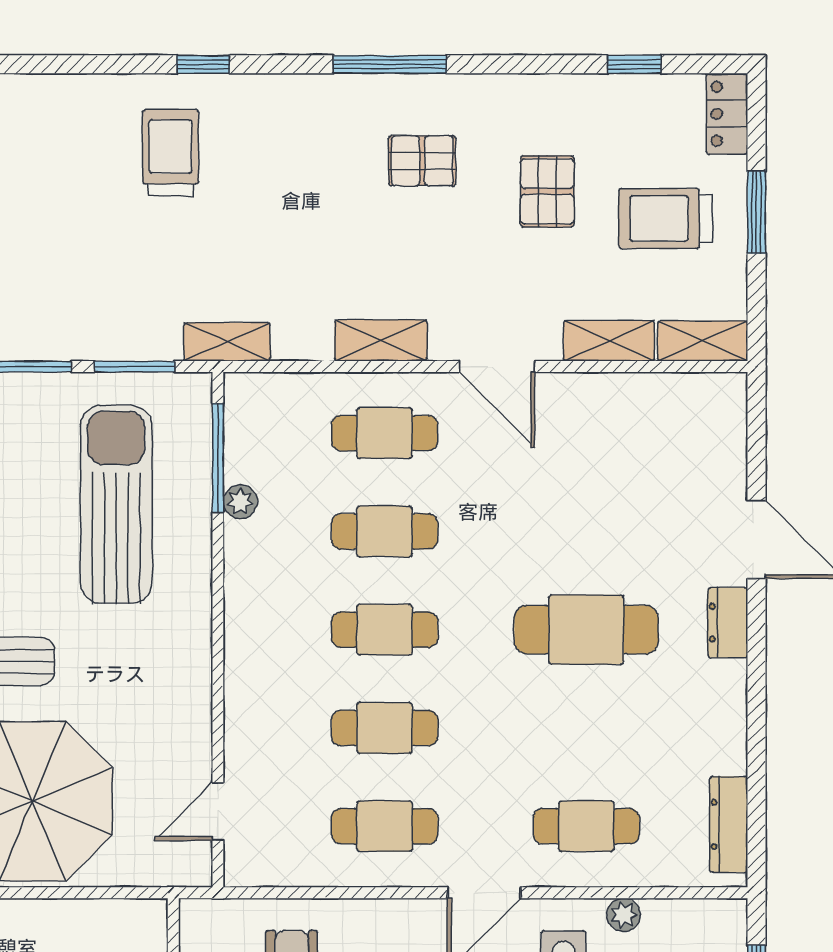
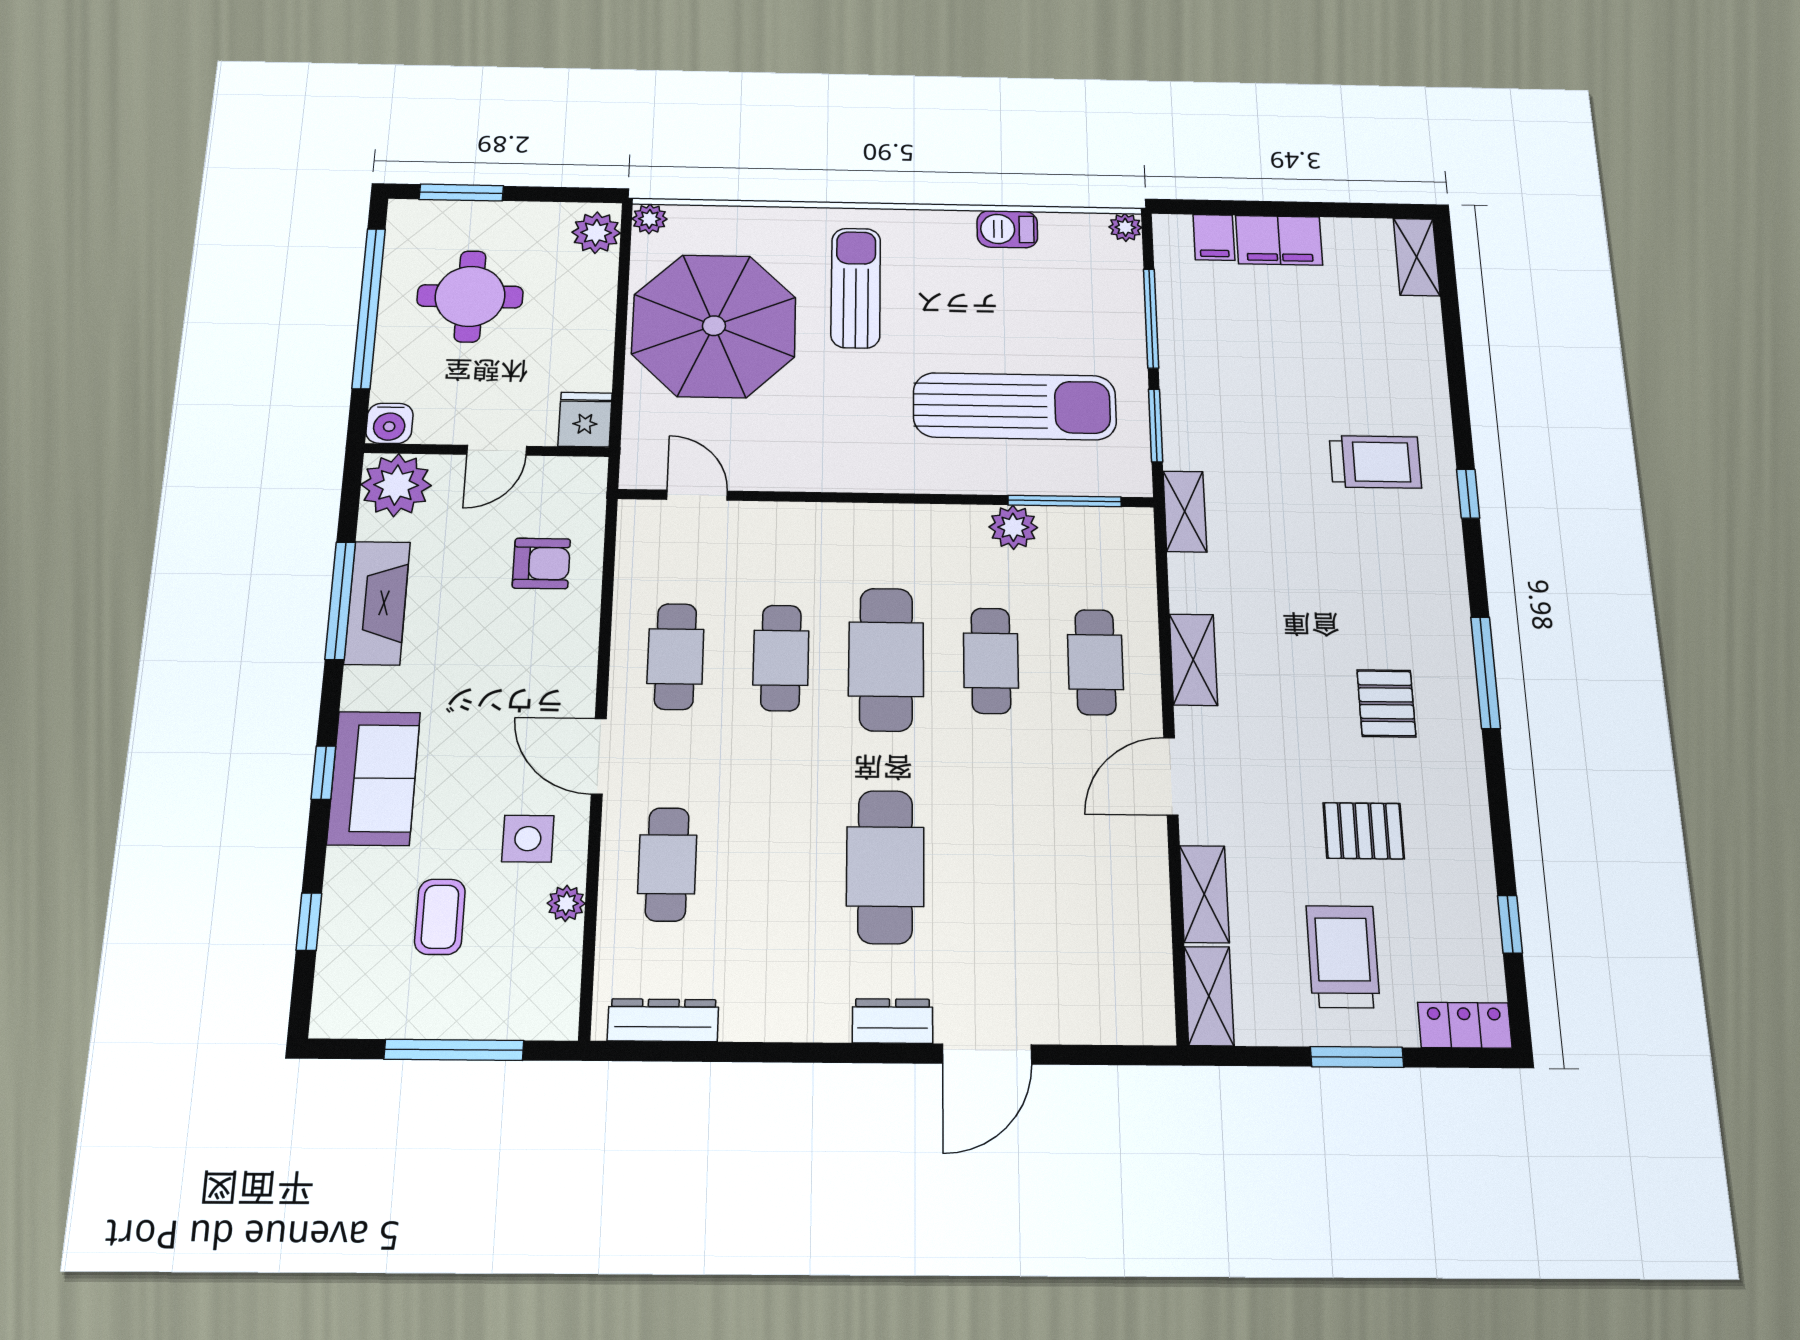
plant: (240, 502) -> (1013, 527), width x1.38, depth x1.38
cafe table: (385, 630) -> (886, 659), width x1.37, depth x1.35
fridge: (139, 923) -> (585, 420), added

